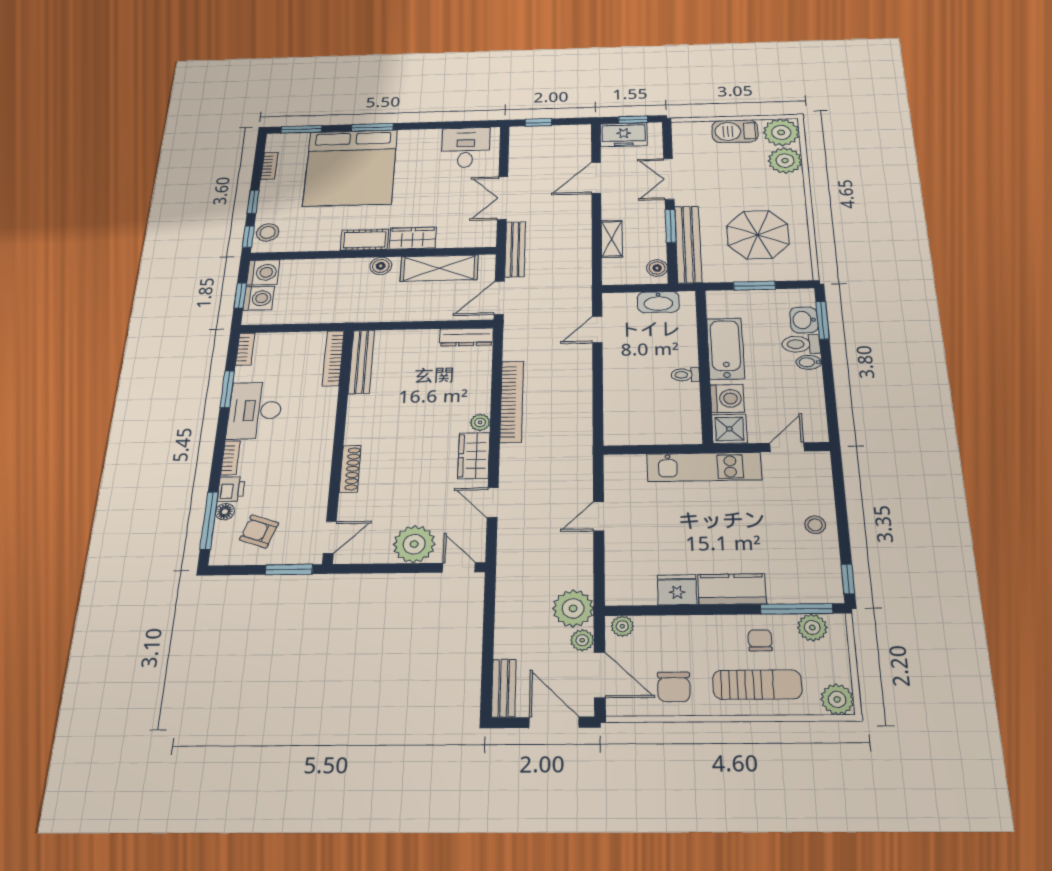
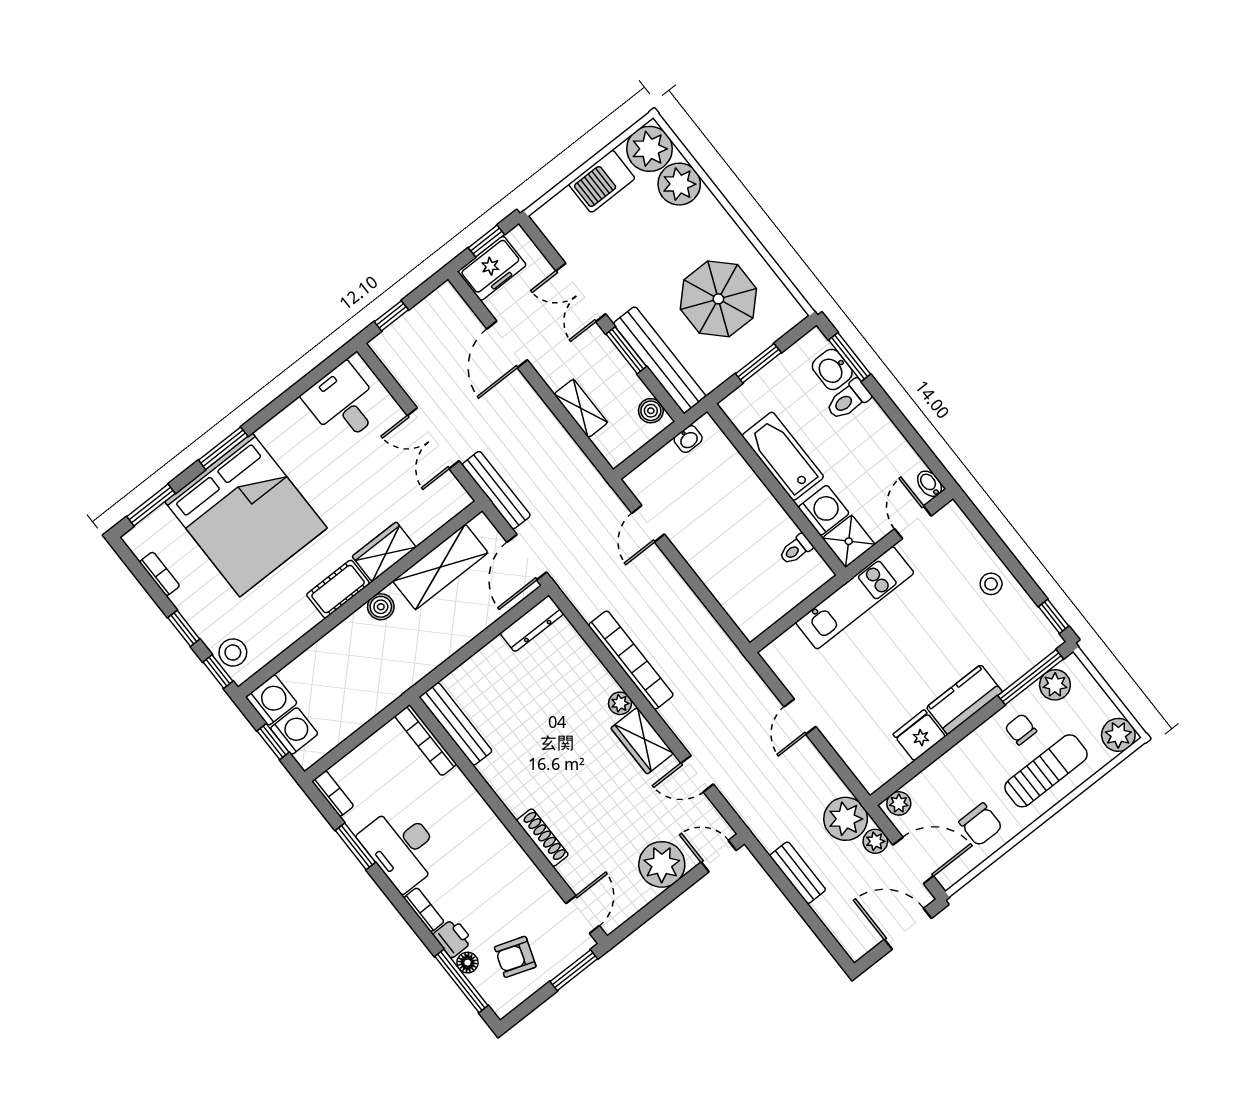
washbasin: (658, 302) -> (688, 439), width x0.52, depth x0.69
bidet: (809, 362) -> (929, 484), moved, turned 90
toilet: (685, 375) -> (796, 549), moved
bench: (504, 688) -> (798, 873), moved

